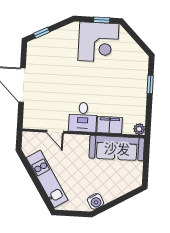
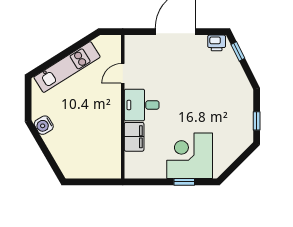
corner desk: (98, 42) -> (190, 156), moved, turned 90
printer: (34, 50) -> (217, 43), added
plant: (139, 129) -> (131, 172), removed
sofa: (117, 148) -> (108, 147), removed

